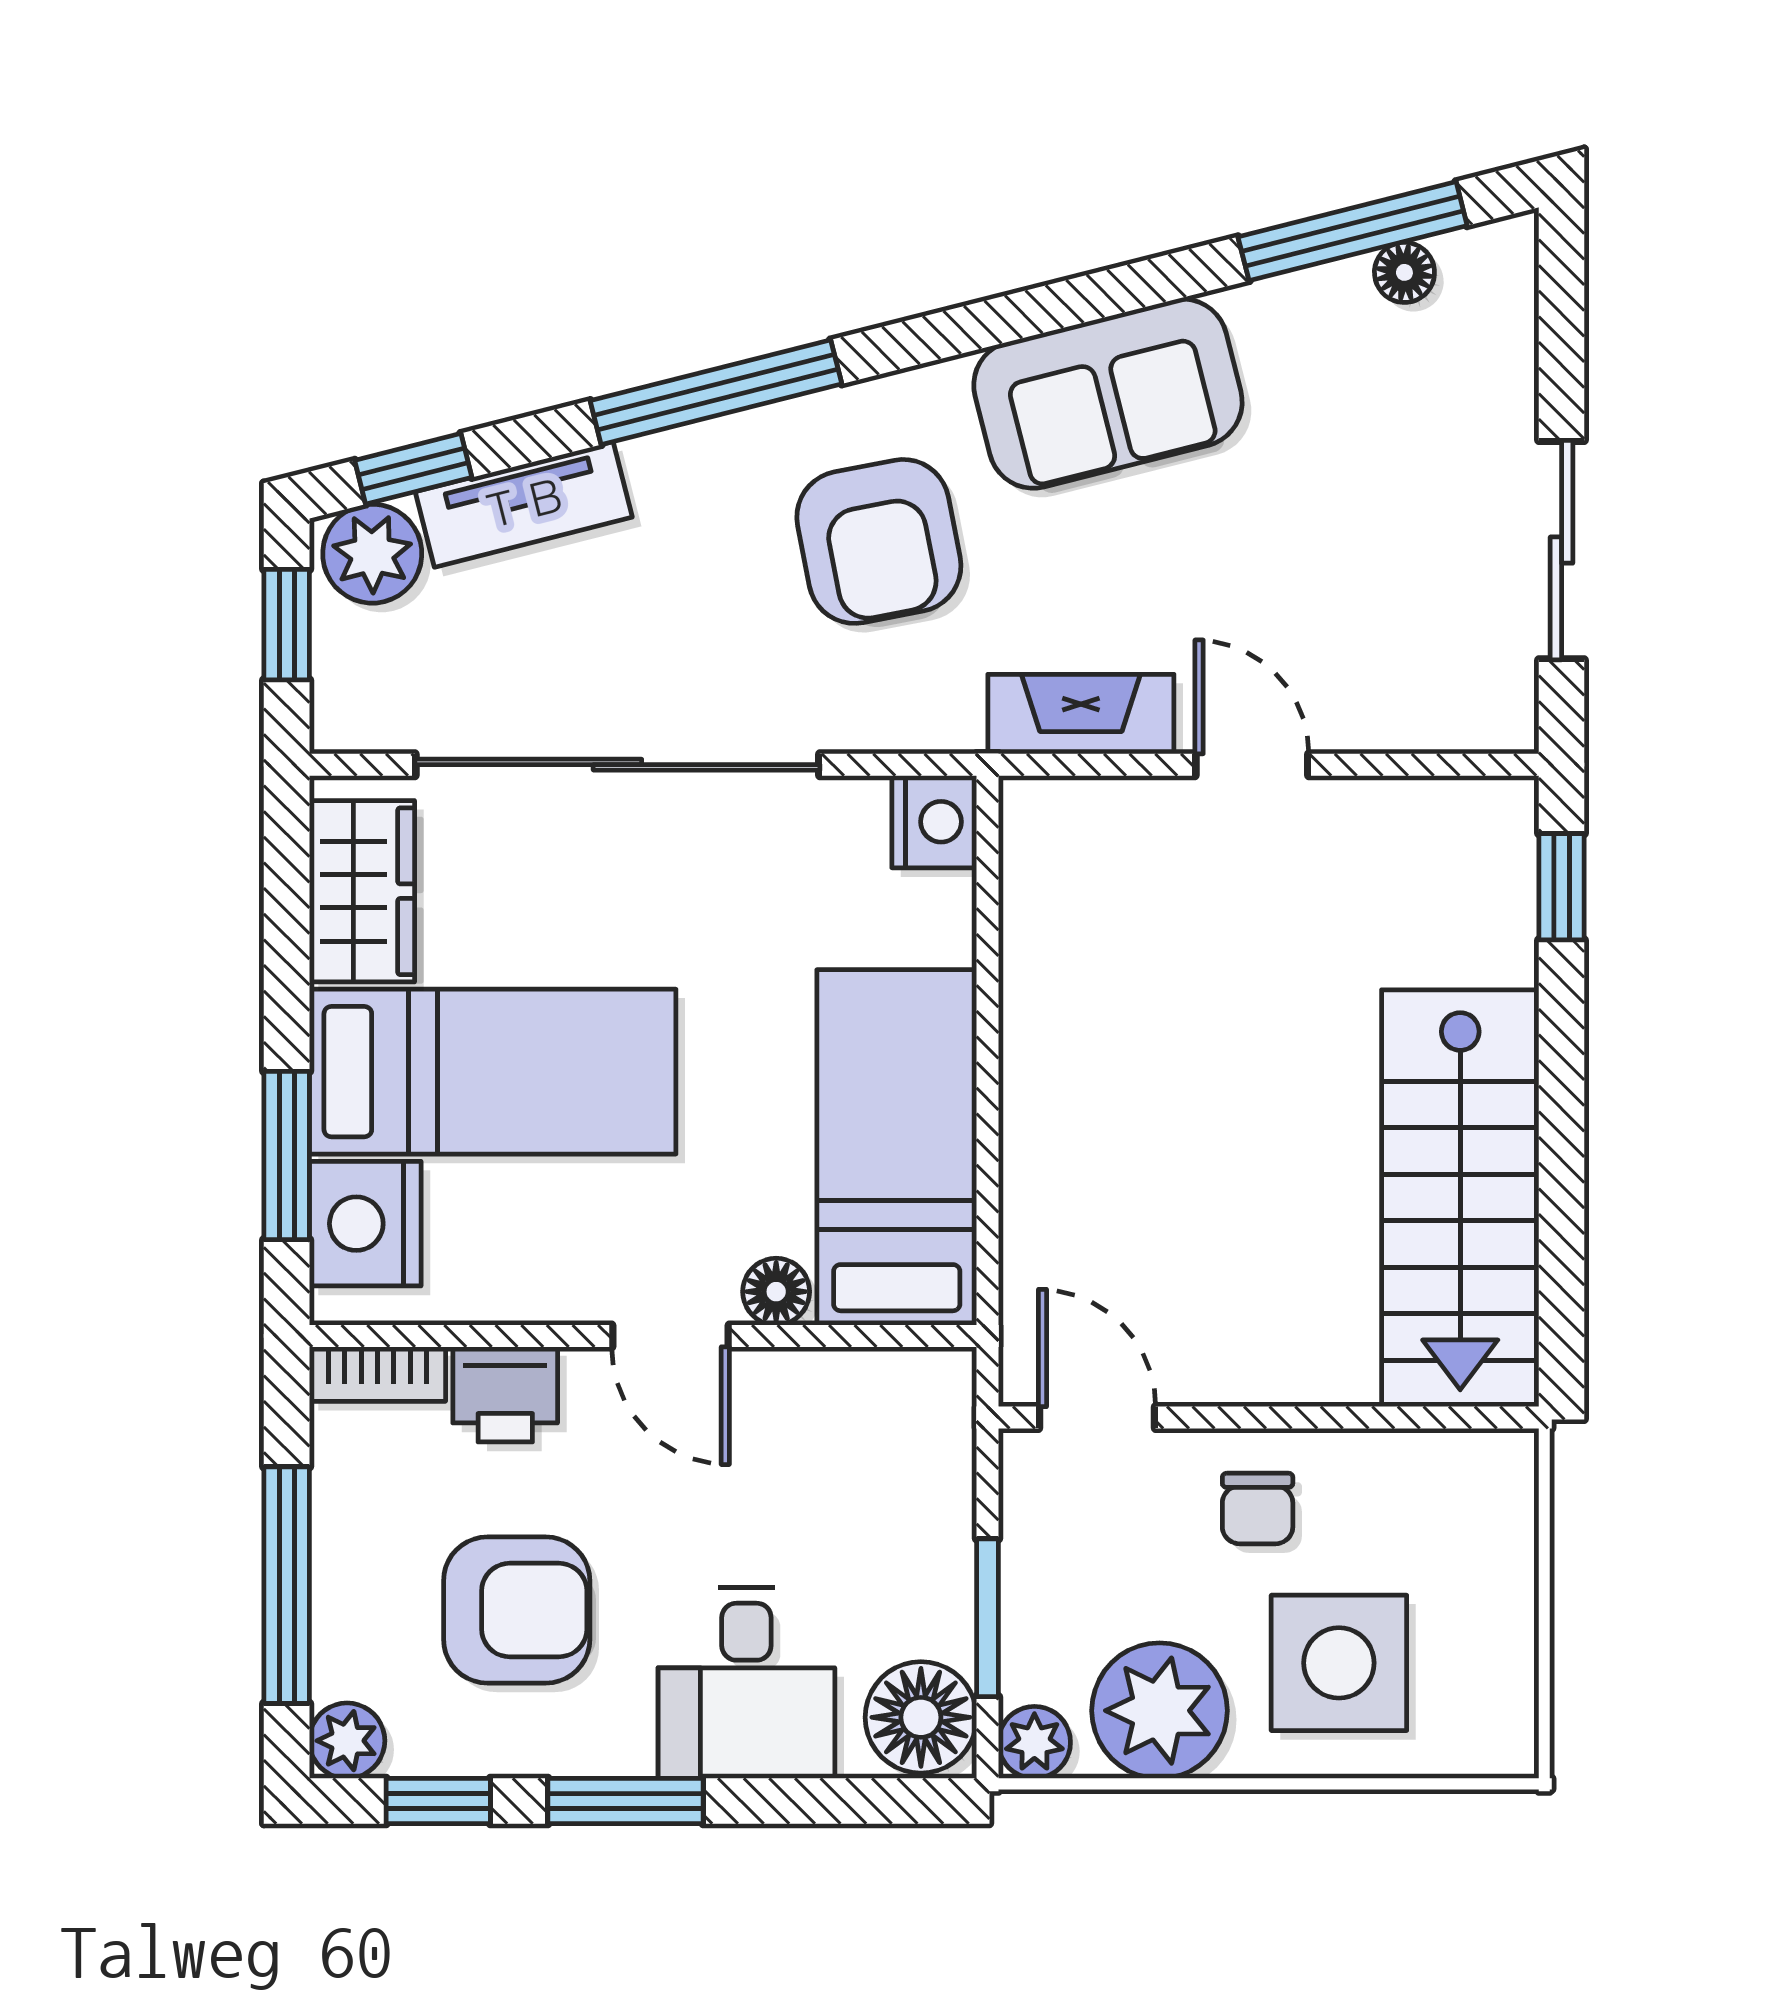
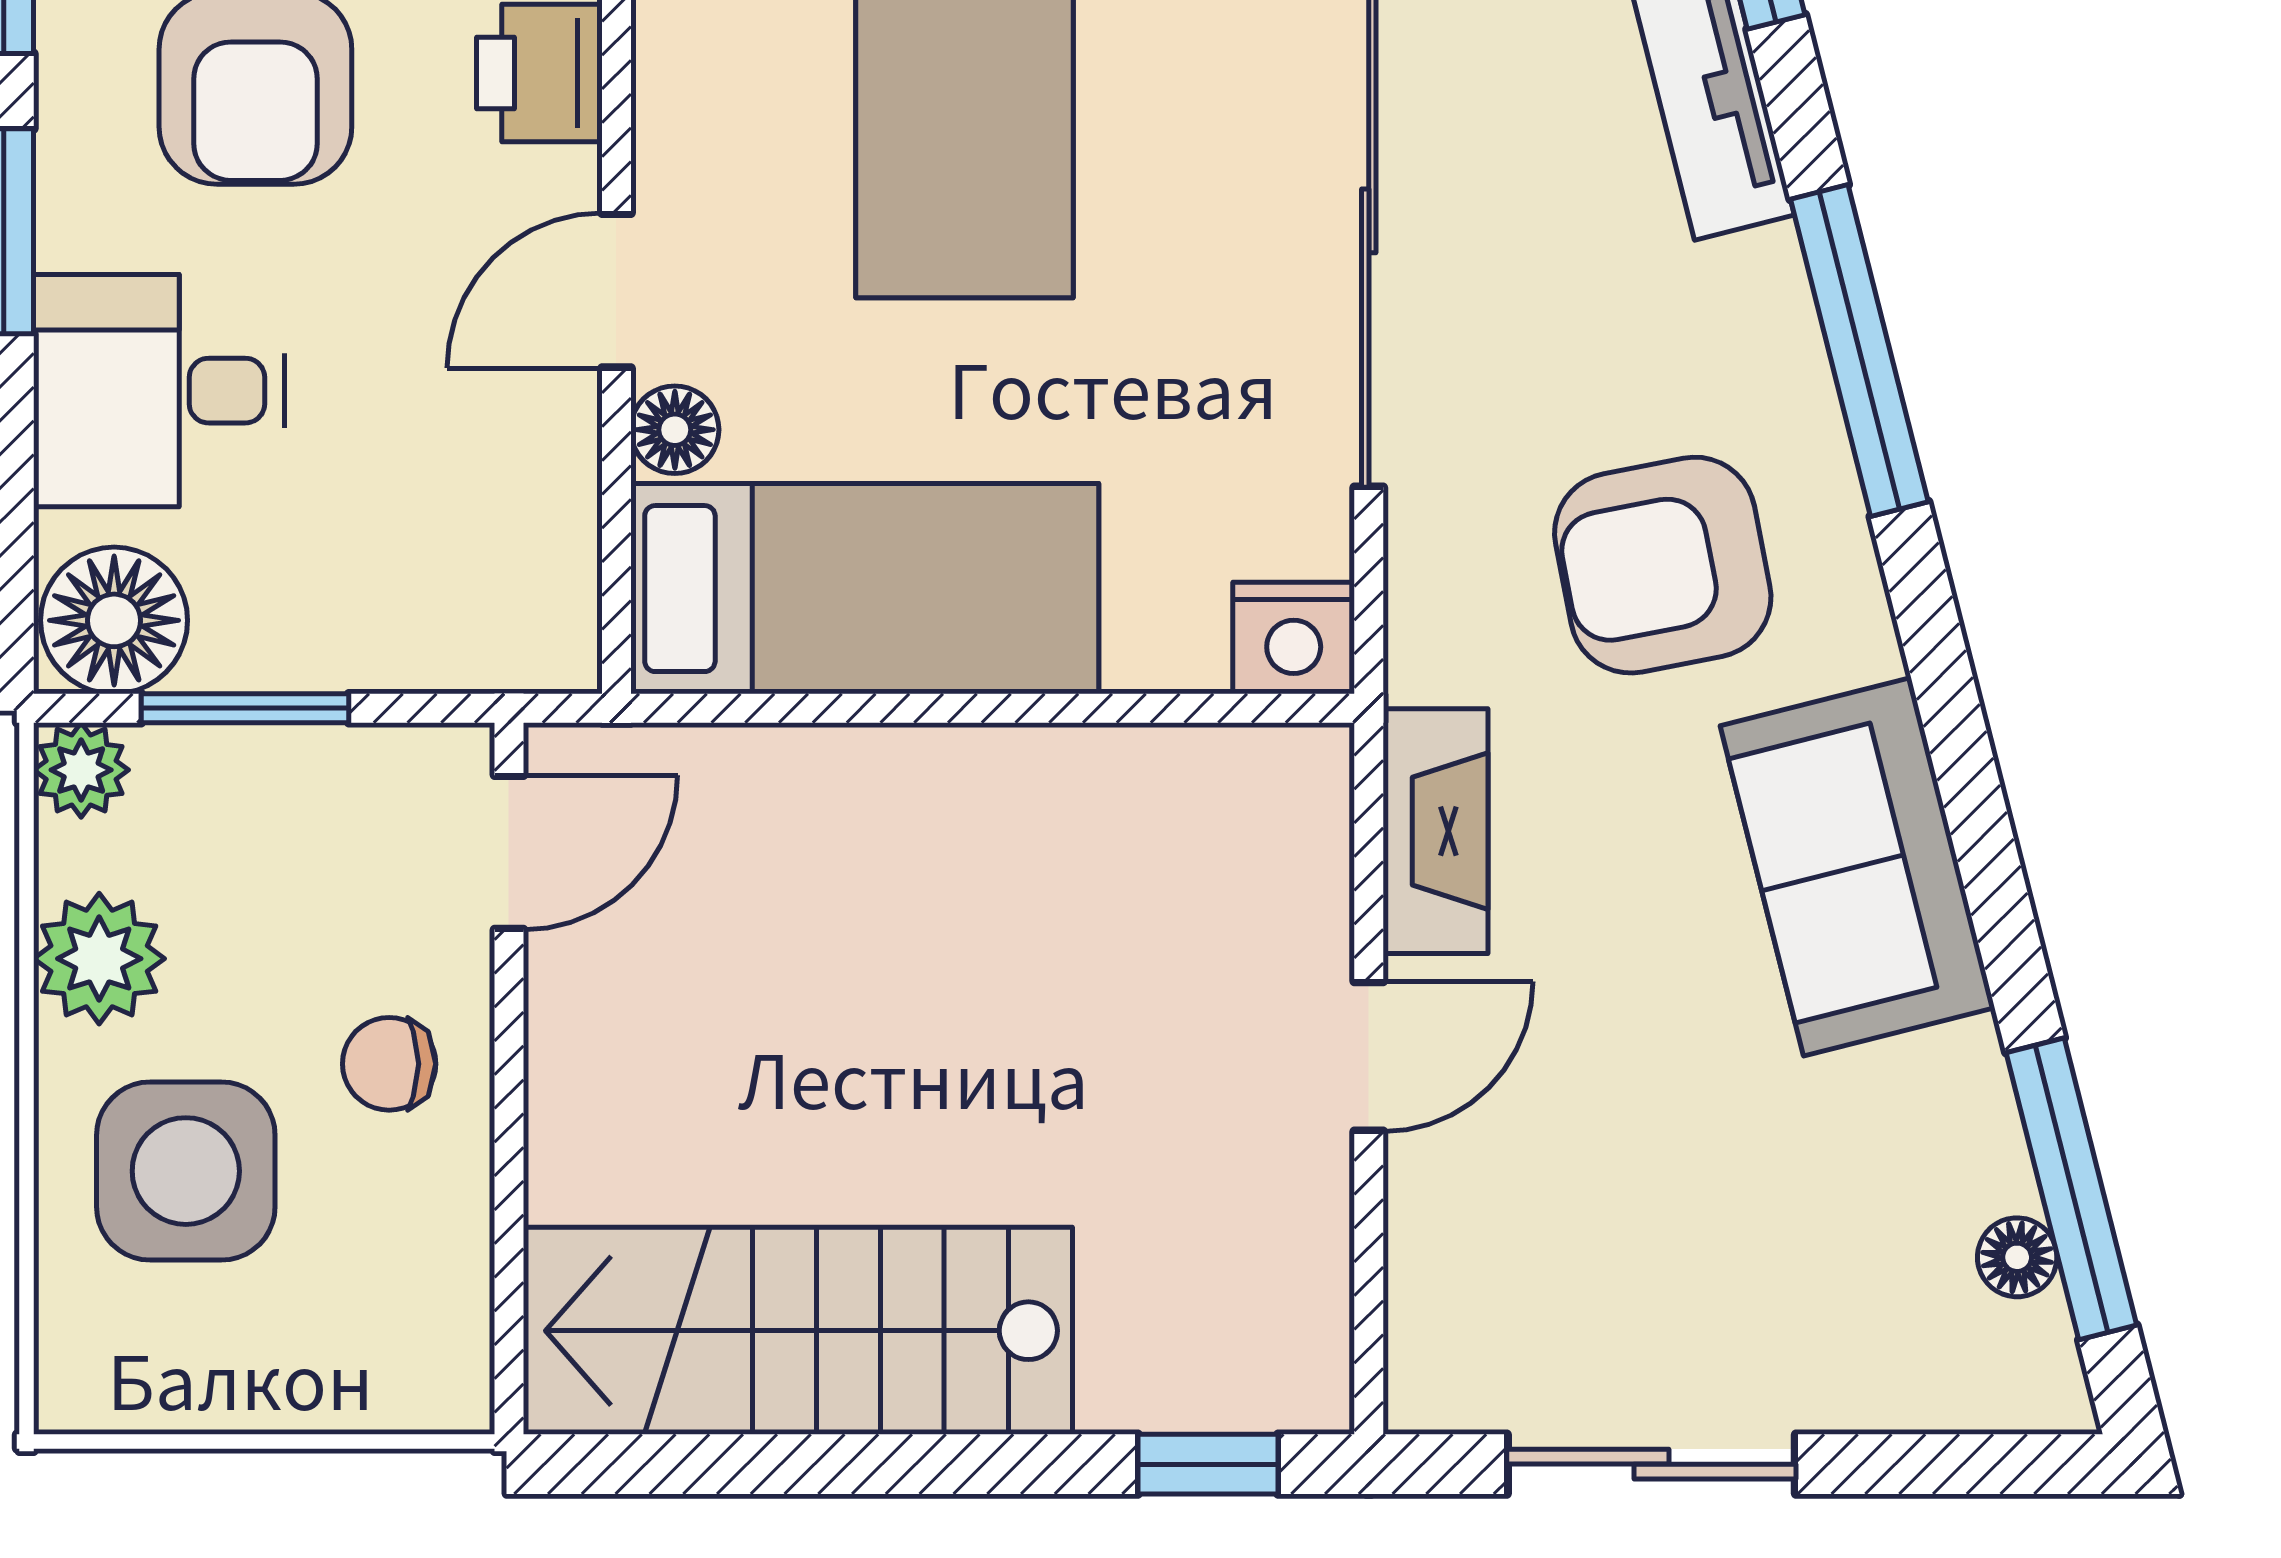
plant: (1160, 1711) -> (99, 959), width x0.73, depth x0.73

